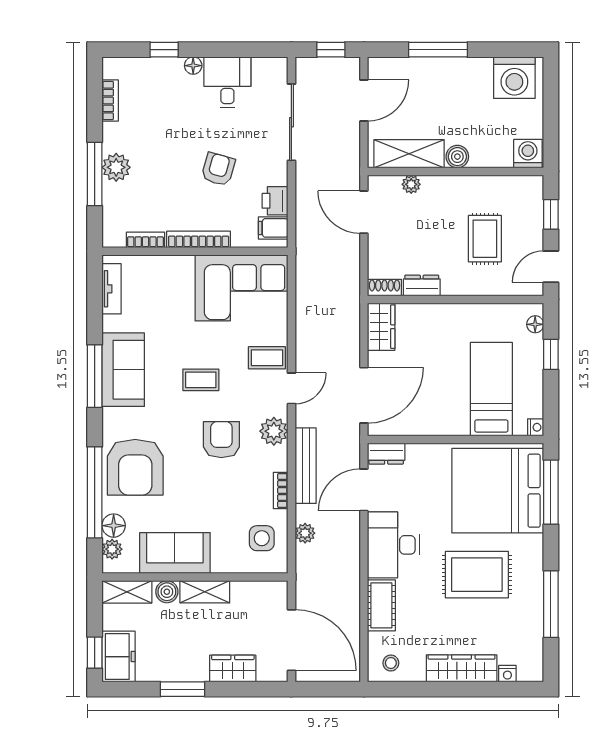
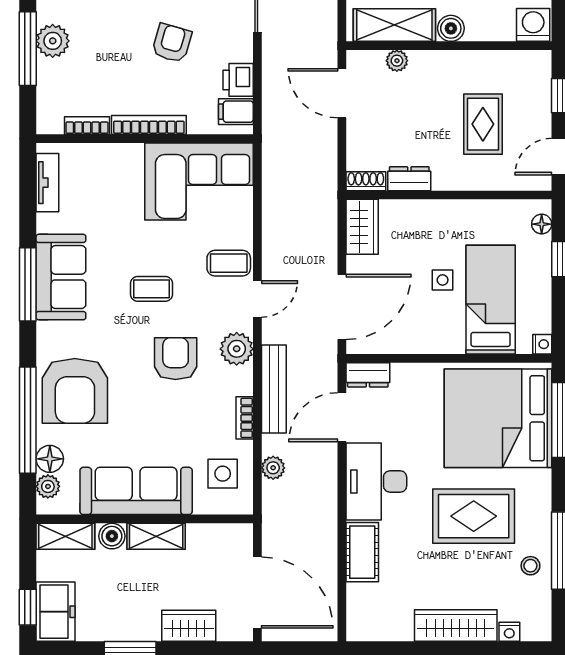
side table: (450, 372) -> (443, 280), added
sofa: (175, 553) -> (136, 491), width x1.36
stool: (391, 663) -> (530, 566), moved

